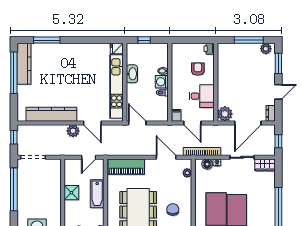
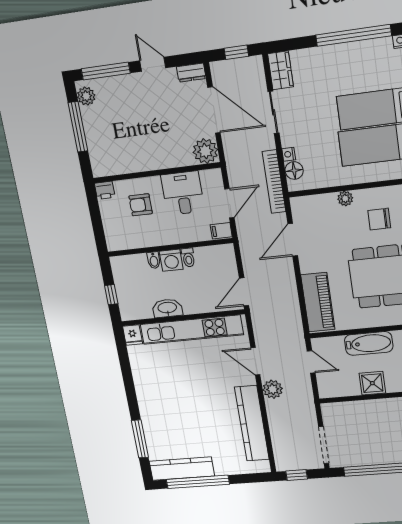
window: (278, 63) -> (106, 71), width x1.44
door: (92, 123) -> (255, 361), swing flipped
plant: (187, 173) -> (345, 199), moved

